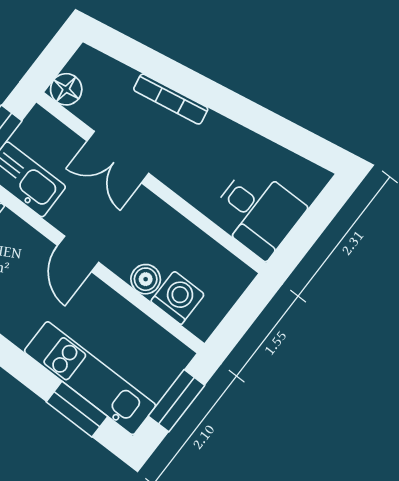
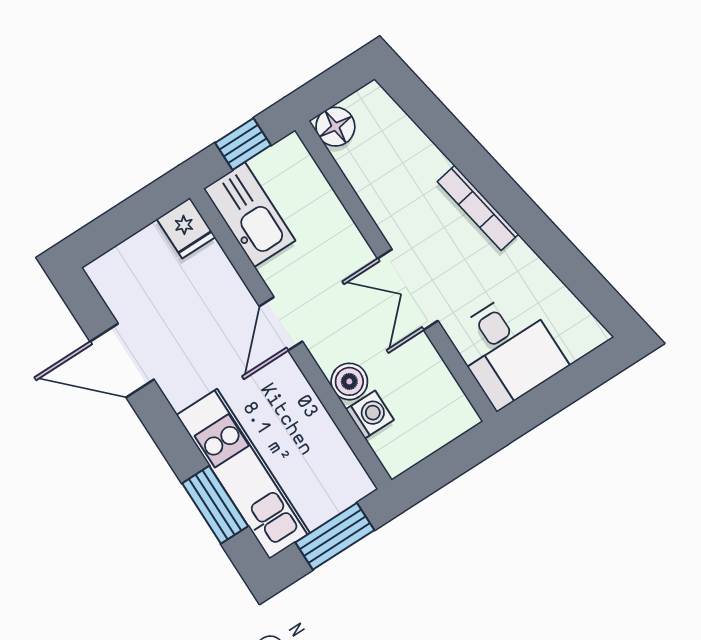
bookcase: (171, 99) -> (478, 208), moved
double door: (118, 157) -> (408, 290), moved
washing machine: (178, 298) -> (370, 415), width x0.73, depth x0.73

